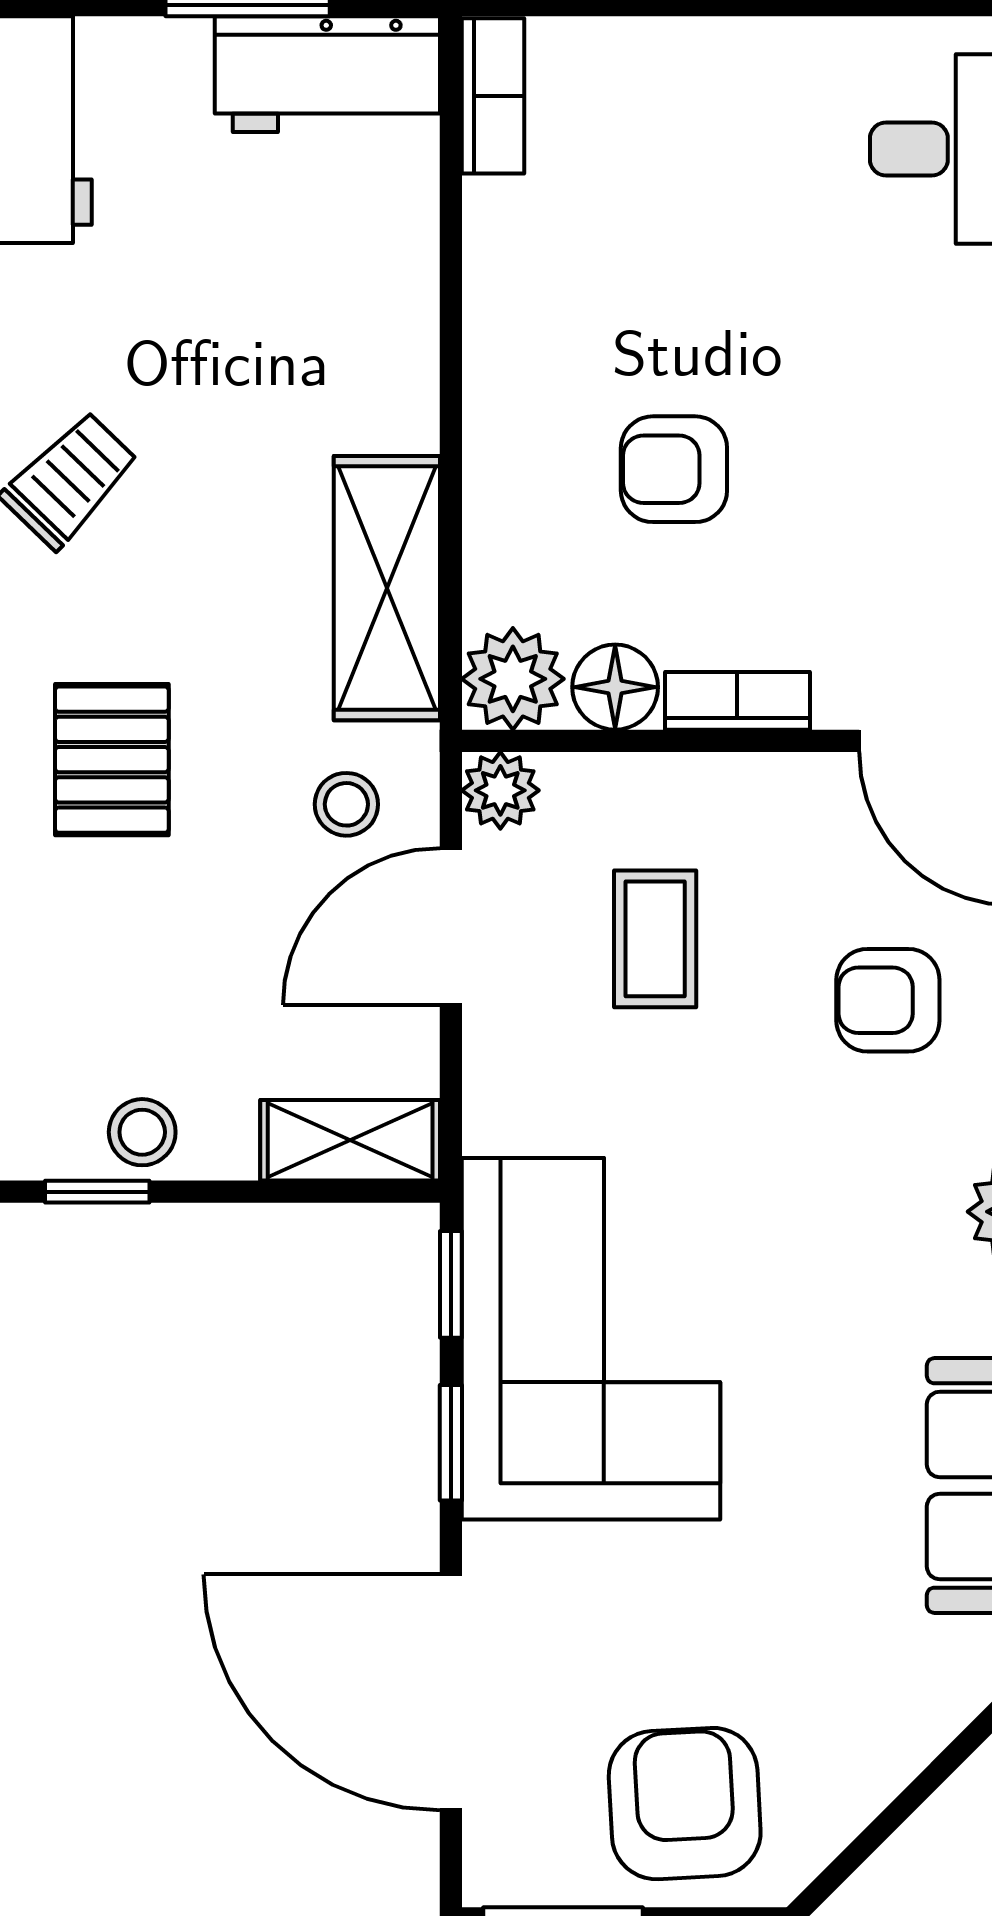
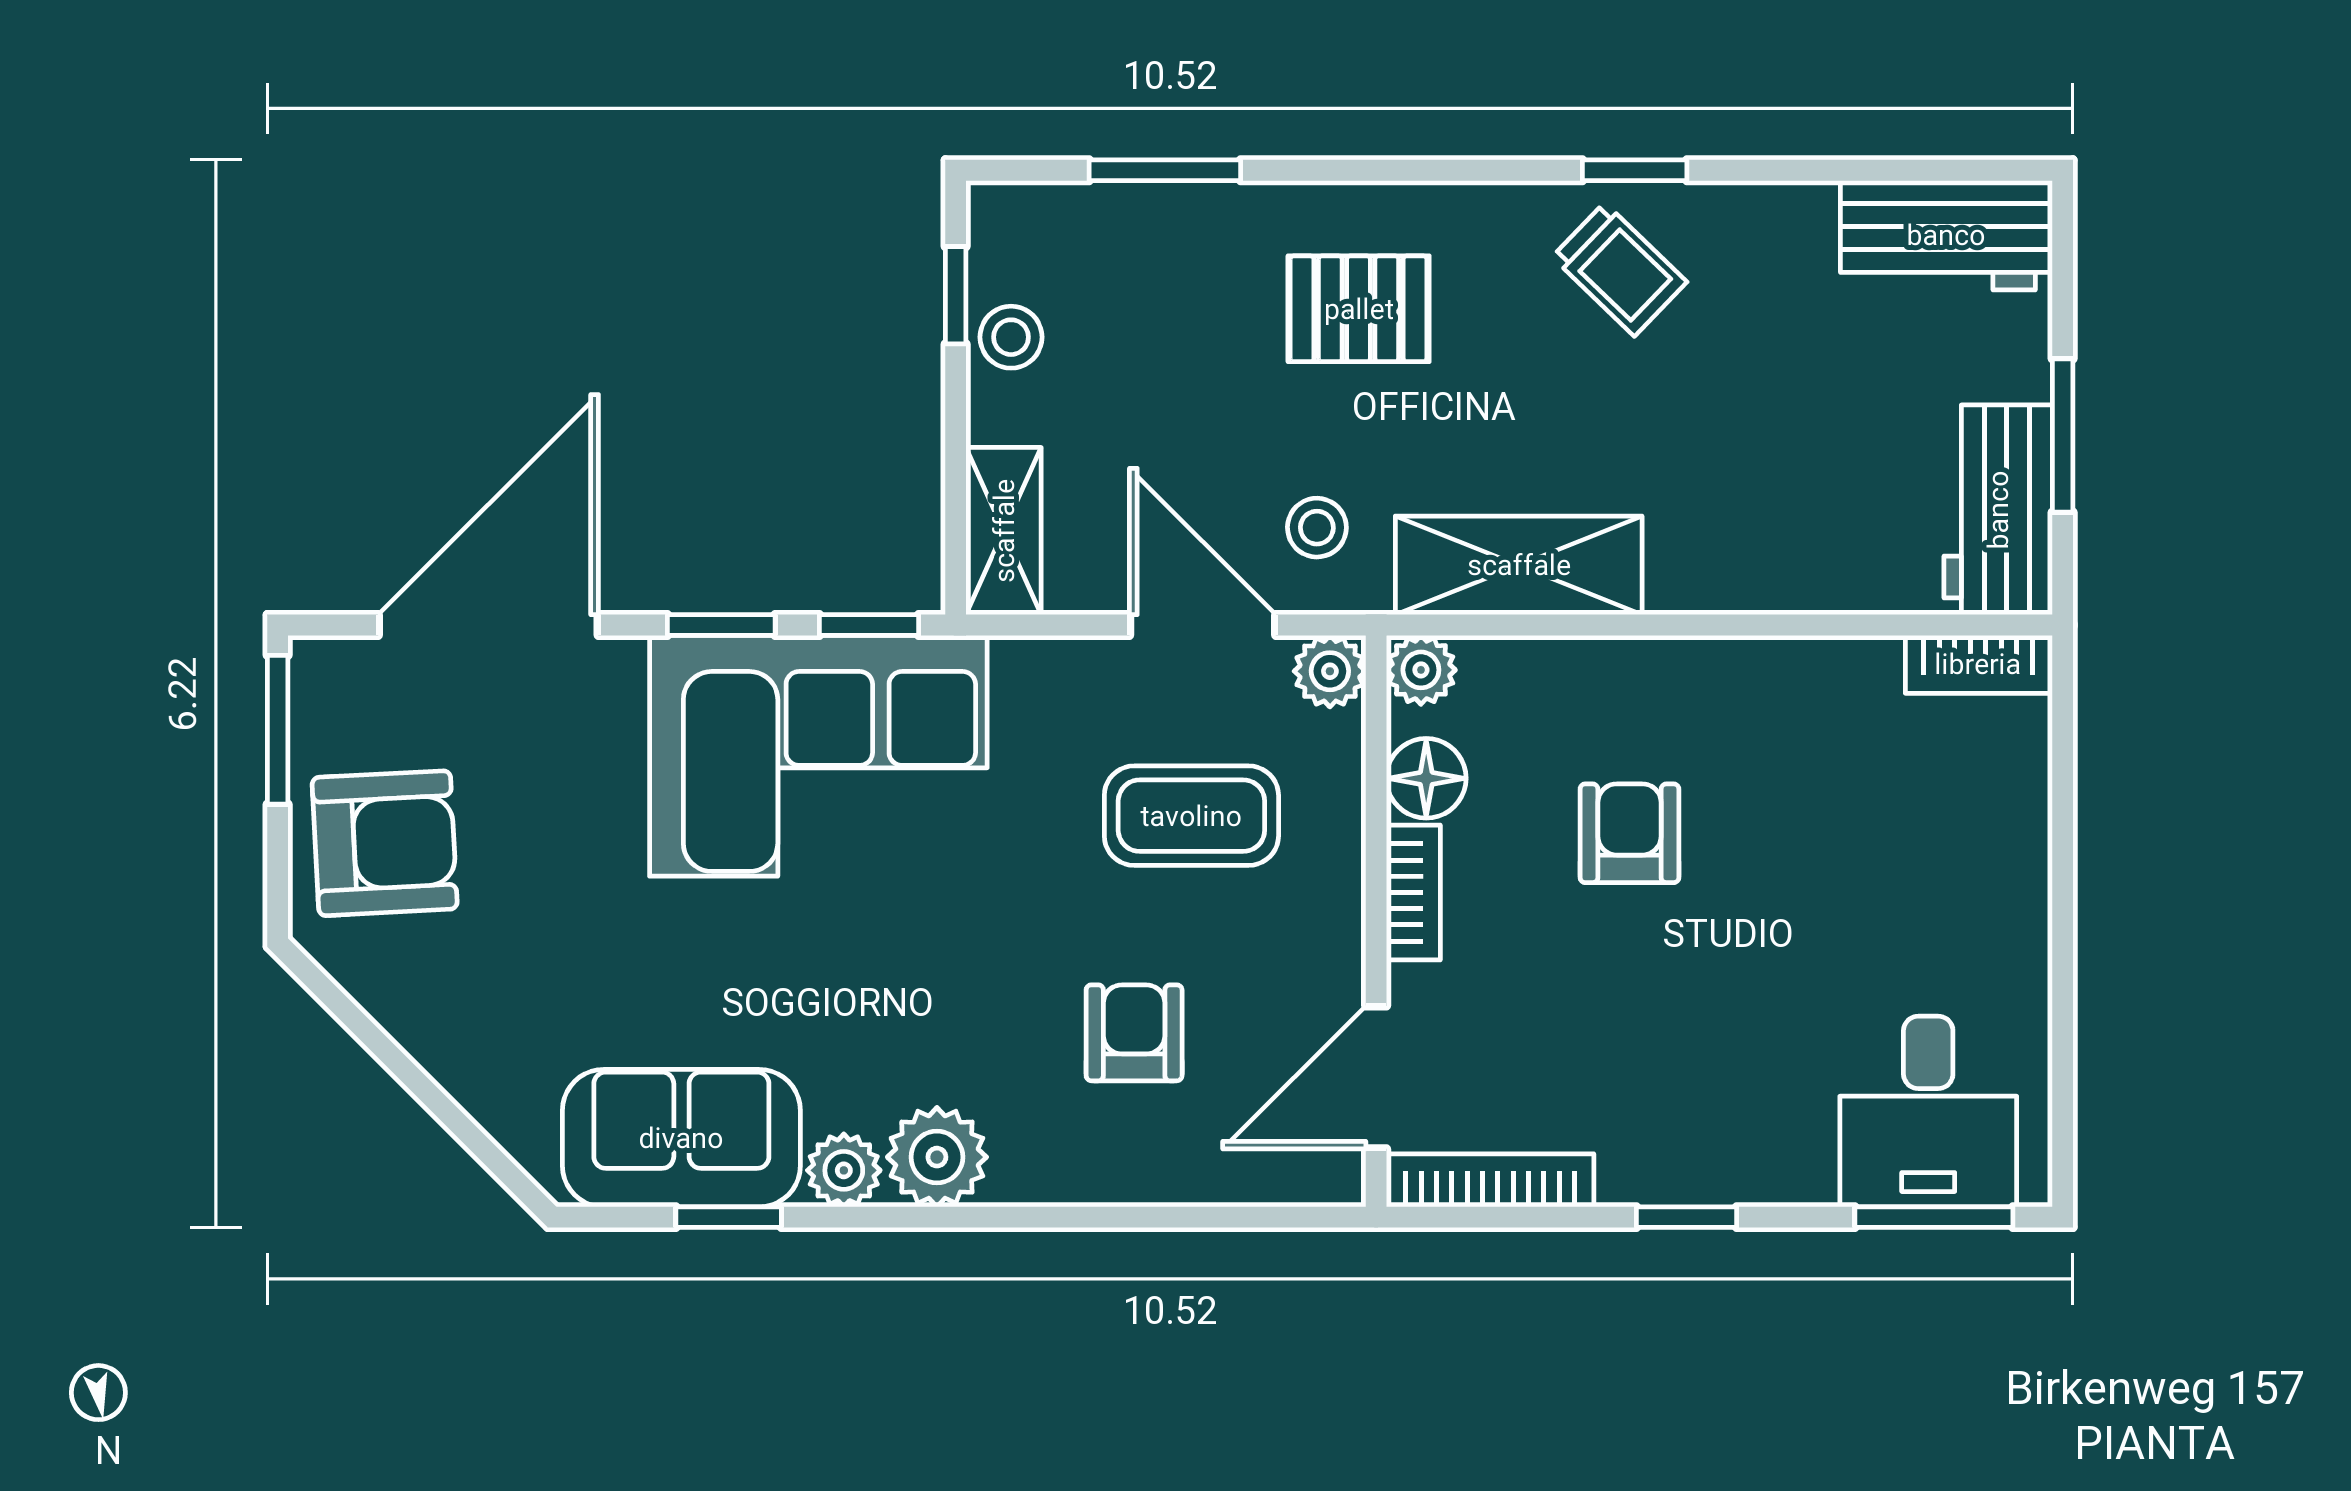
plant: (513, 679) -> (1421, 670), width x0.73, depth x0.73
coffee table: (655, 939) -> (1191, 816), width x1.36, depth x1.30

